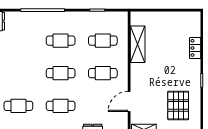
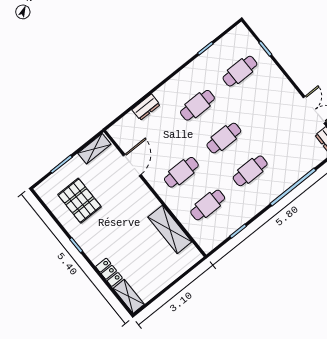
shelving: (195, 24) -> (129, 296), added

